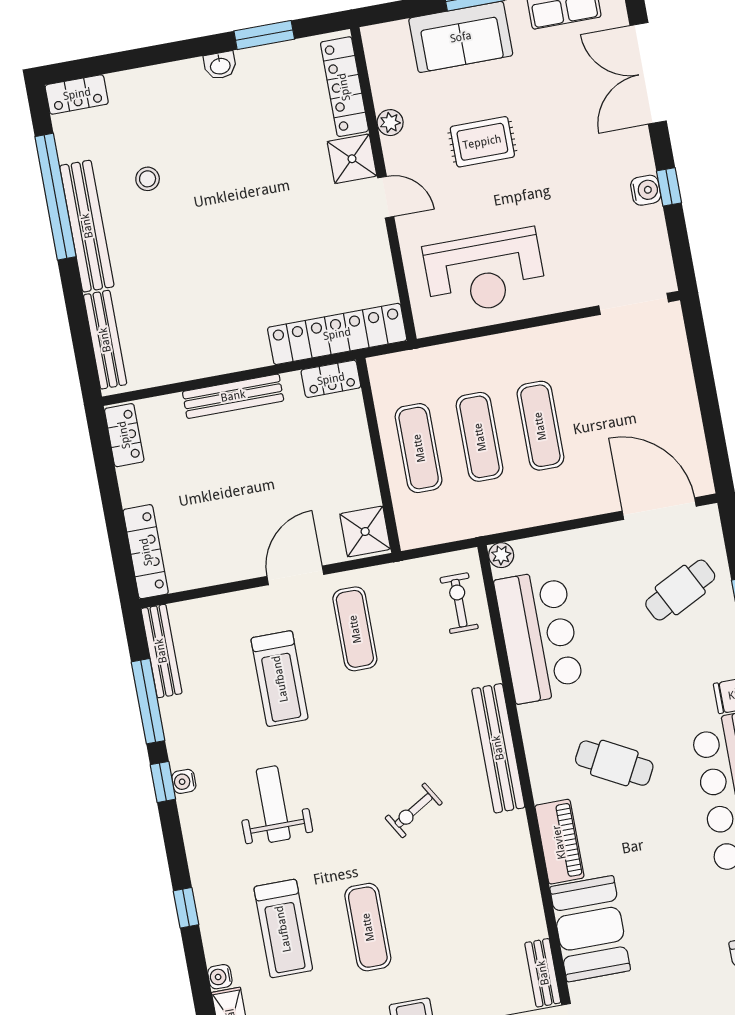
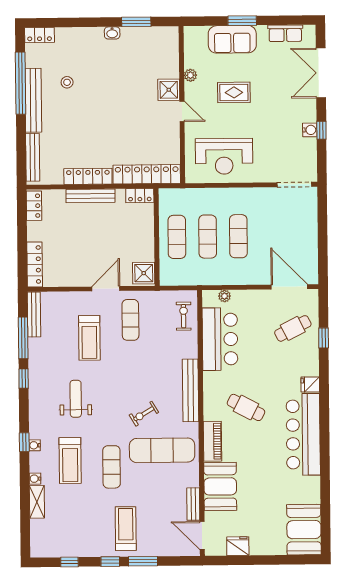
locker: (344, 87) -> (88, 176), moved, turned 90
plant: (501, 555) -> (225, 296), moved
water cooler: (184, 781) -> (35, 445), moved
exercise mat: (462, 877) -> (162, 450), added

